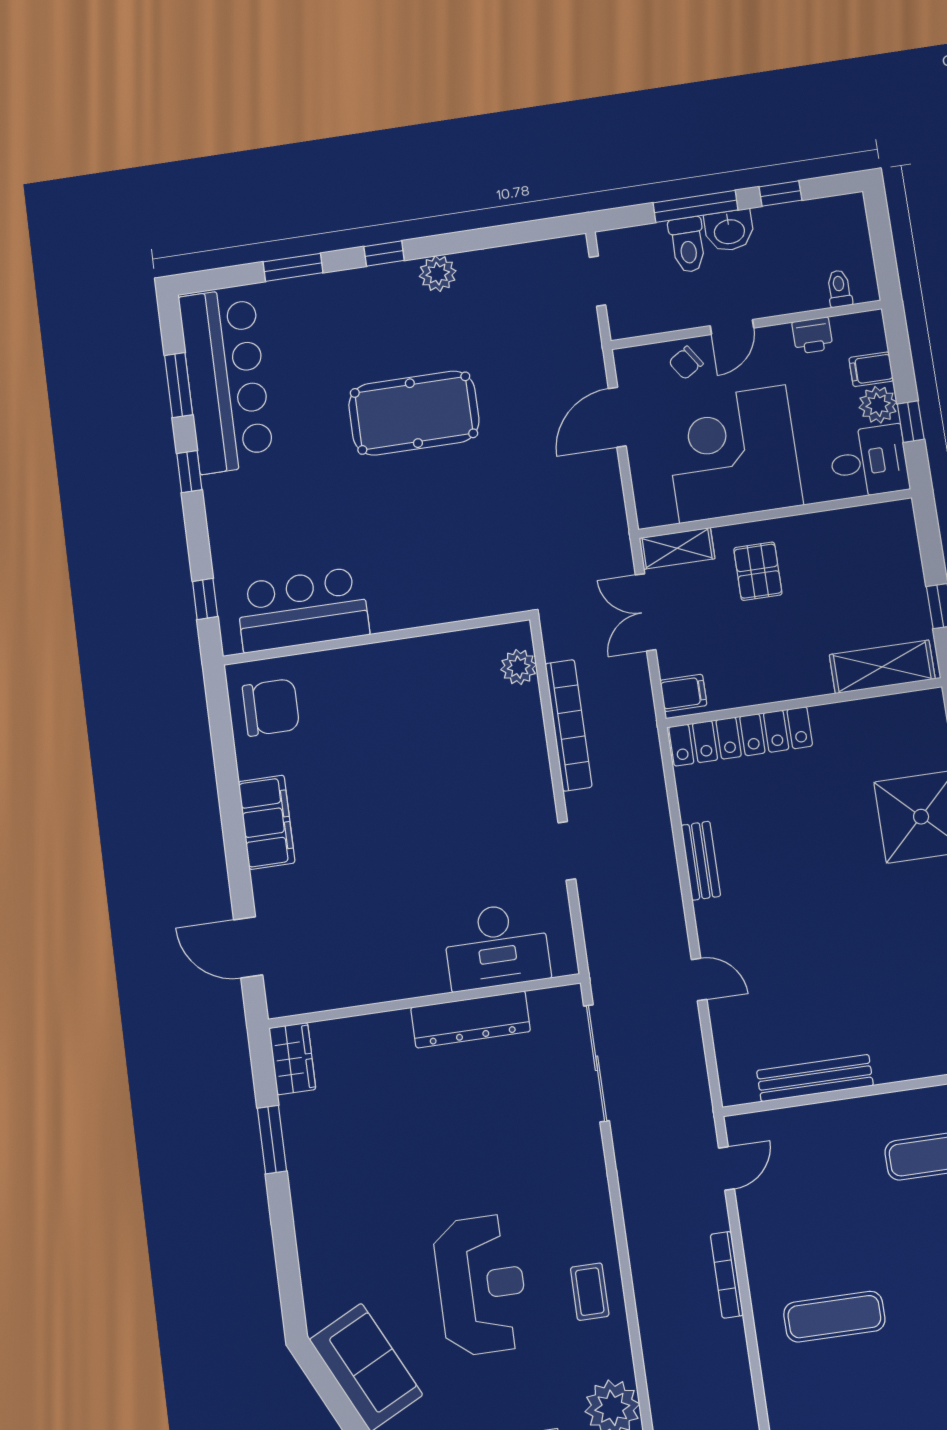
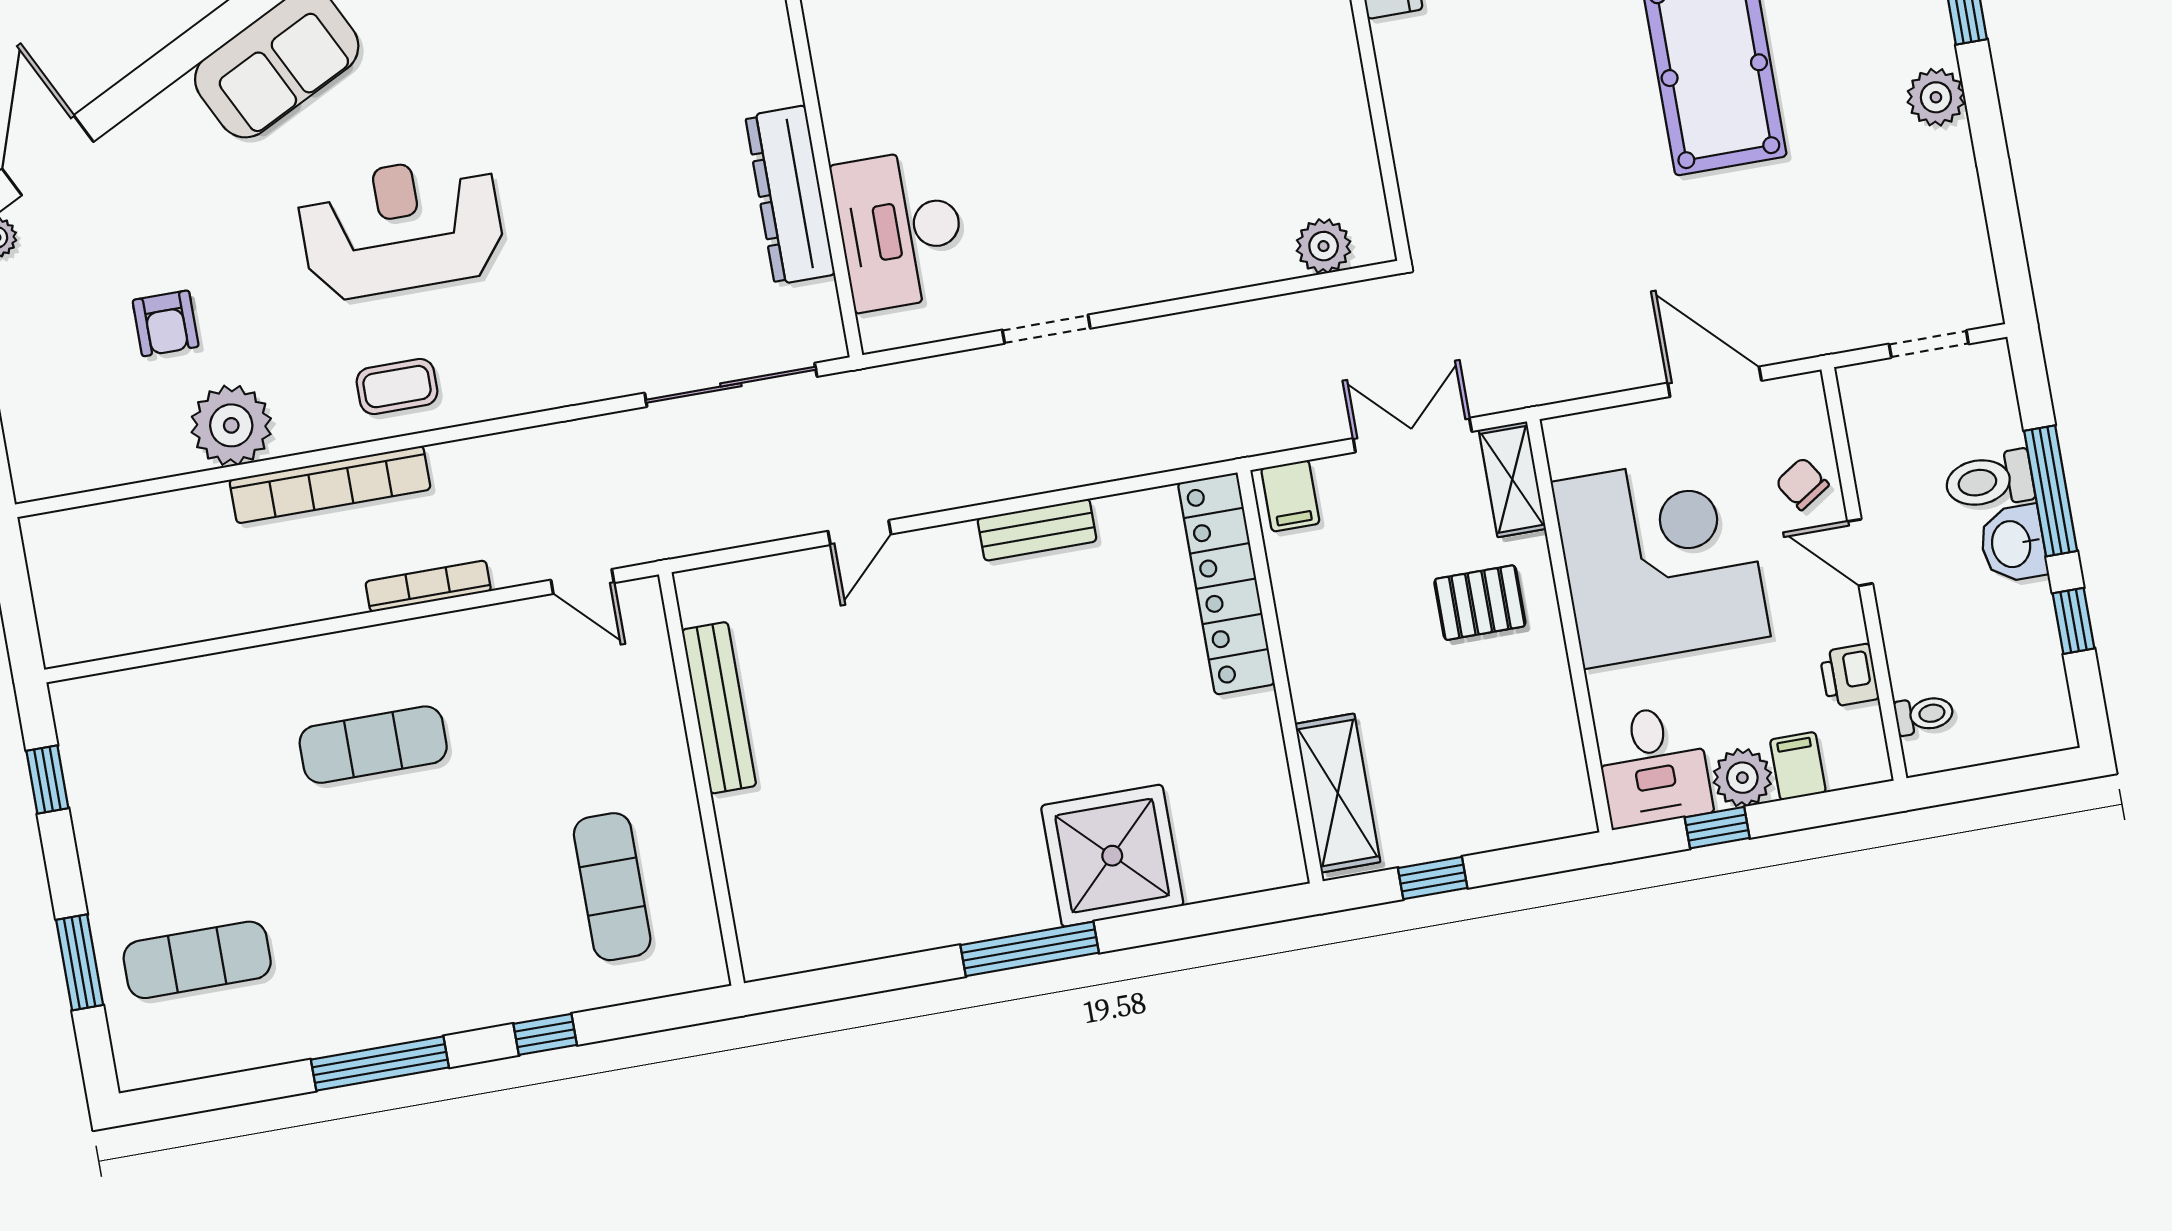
bookcase: (568, 725) -> (330, 485), moved
reception desk: (481, 1285) -> (401, 227), turned 180
exercise mat: (834, 1317) -> (373, 745), turned 90

